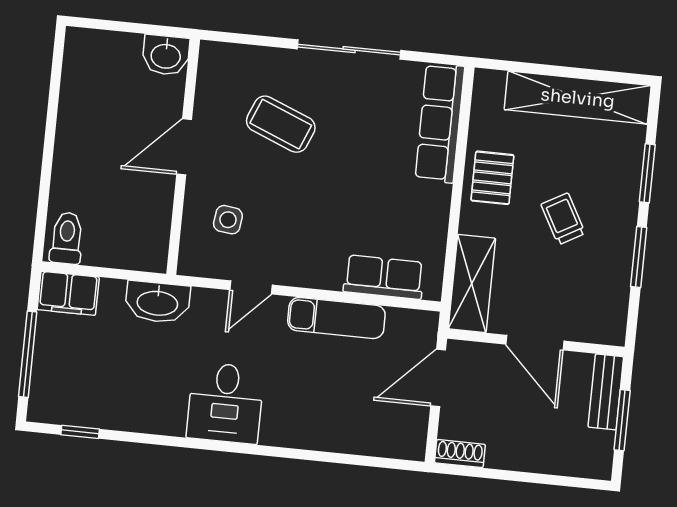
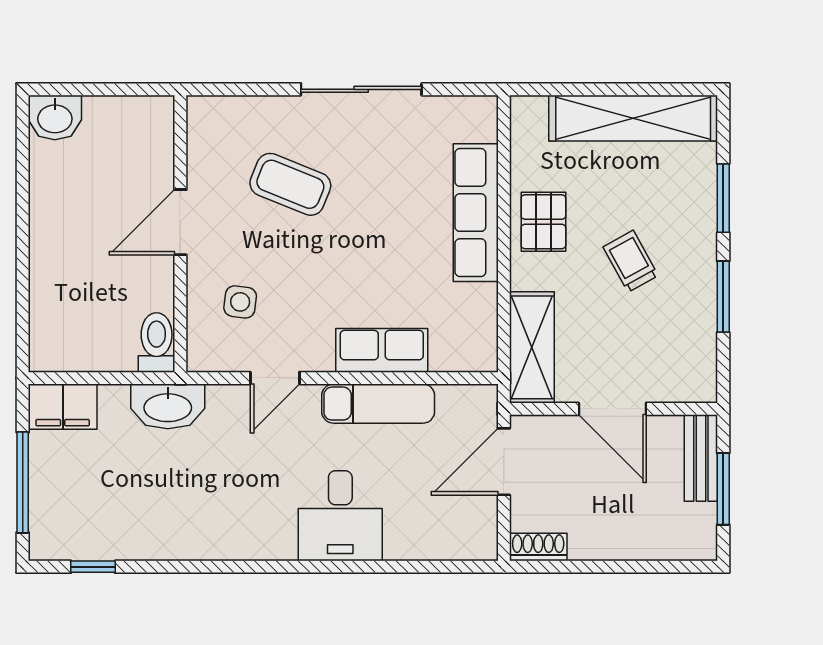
washbasin: (166, 55) -> (55, 118), moved
row of seats: (440, 123) -> (476, 213), moved
toilet: (67, 238) -> (157, 342), moved
row of seats: (384, 277) -> (382, 350), moved
desk: (225, 403) -> (340, 516), moved

